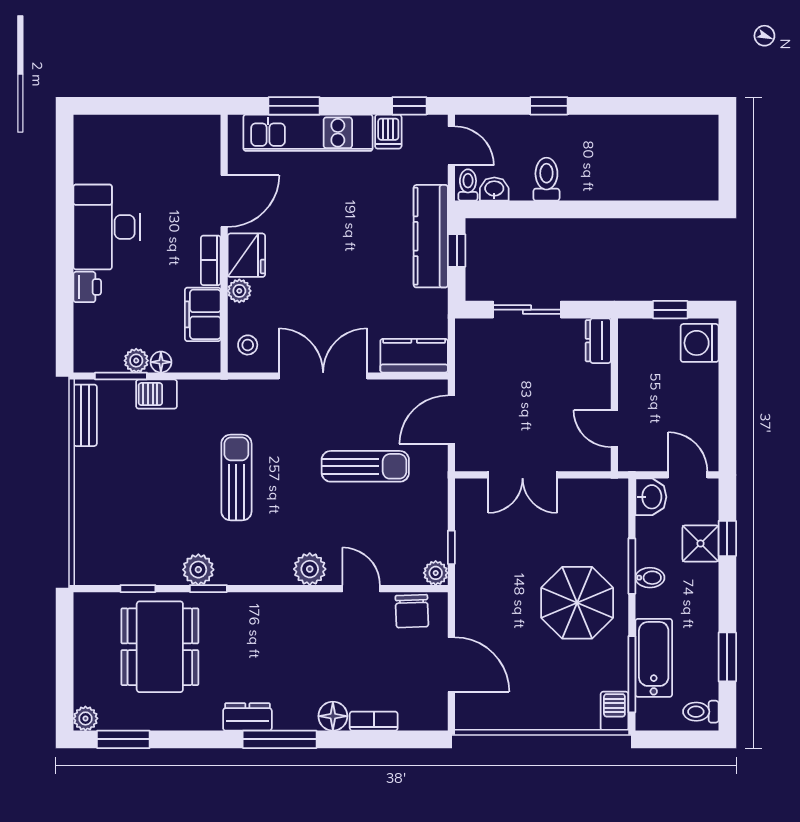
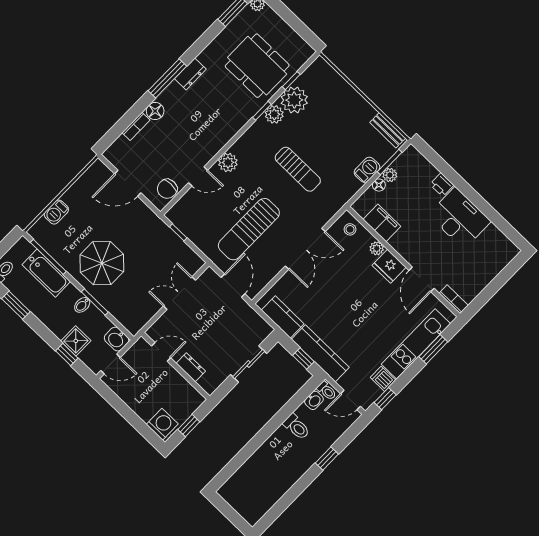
bookcase: (211, 260) -> (454, 299), moved
dresser: (598, 341) -> (191, 367), moved
kitchen counter: (414, 356) -> (283, 317), moved, turned -90
sun lounger: (365, 466) -> (249, 229), width x1.36, depth x1.34
plant: (436, 573) -> (294, 100), moved, width x1.87, depth x1.87
chair: (412, 611) -> (167, 189), turned -88
barbecue: (614, 711) -> (56, 212), moved, turned 90

